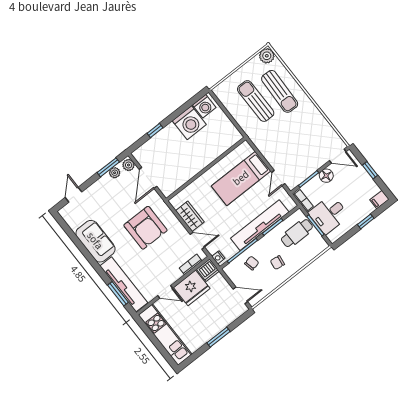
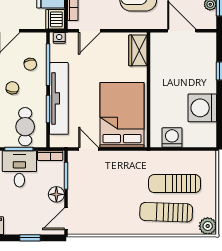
sun lounger: (256, 101) -> (175, 184), turned 180
washing machine: (204, 106) -> (172, 137), moved, turned 90
plant: (129, 165) -> (207, 22), removed
bed: (241, 178) -> (122, 115), width x1.50
wardrobe: (190, 216) -> (138, 50), moved, turned 90

